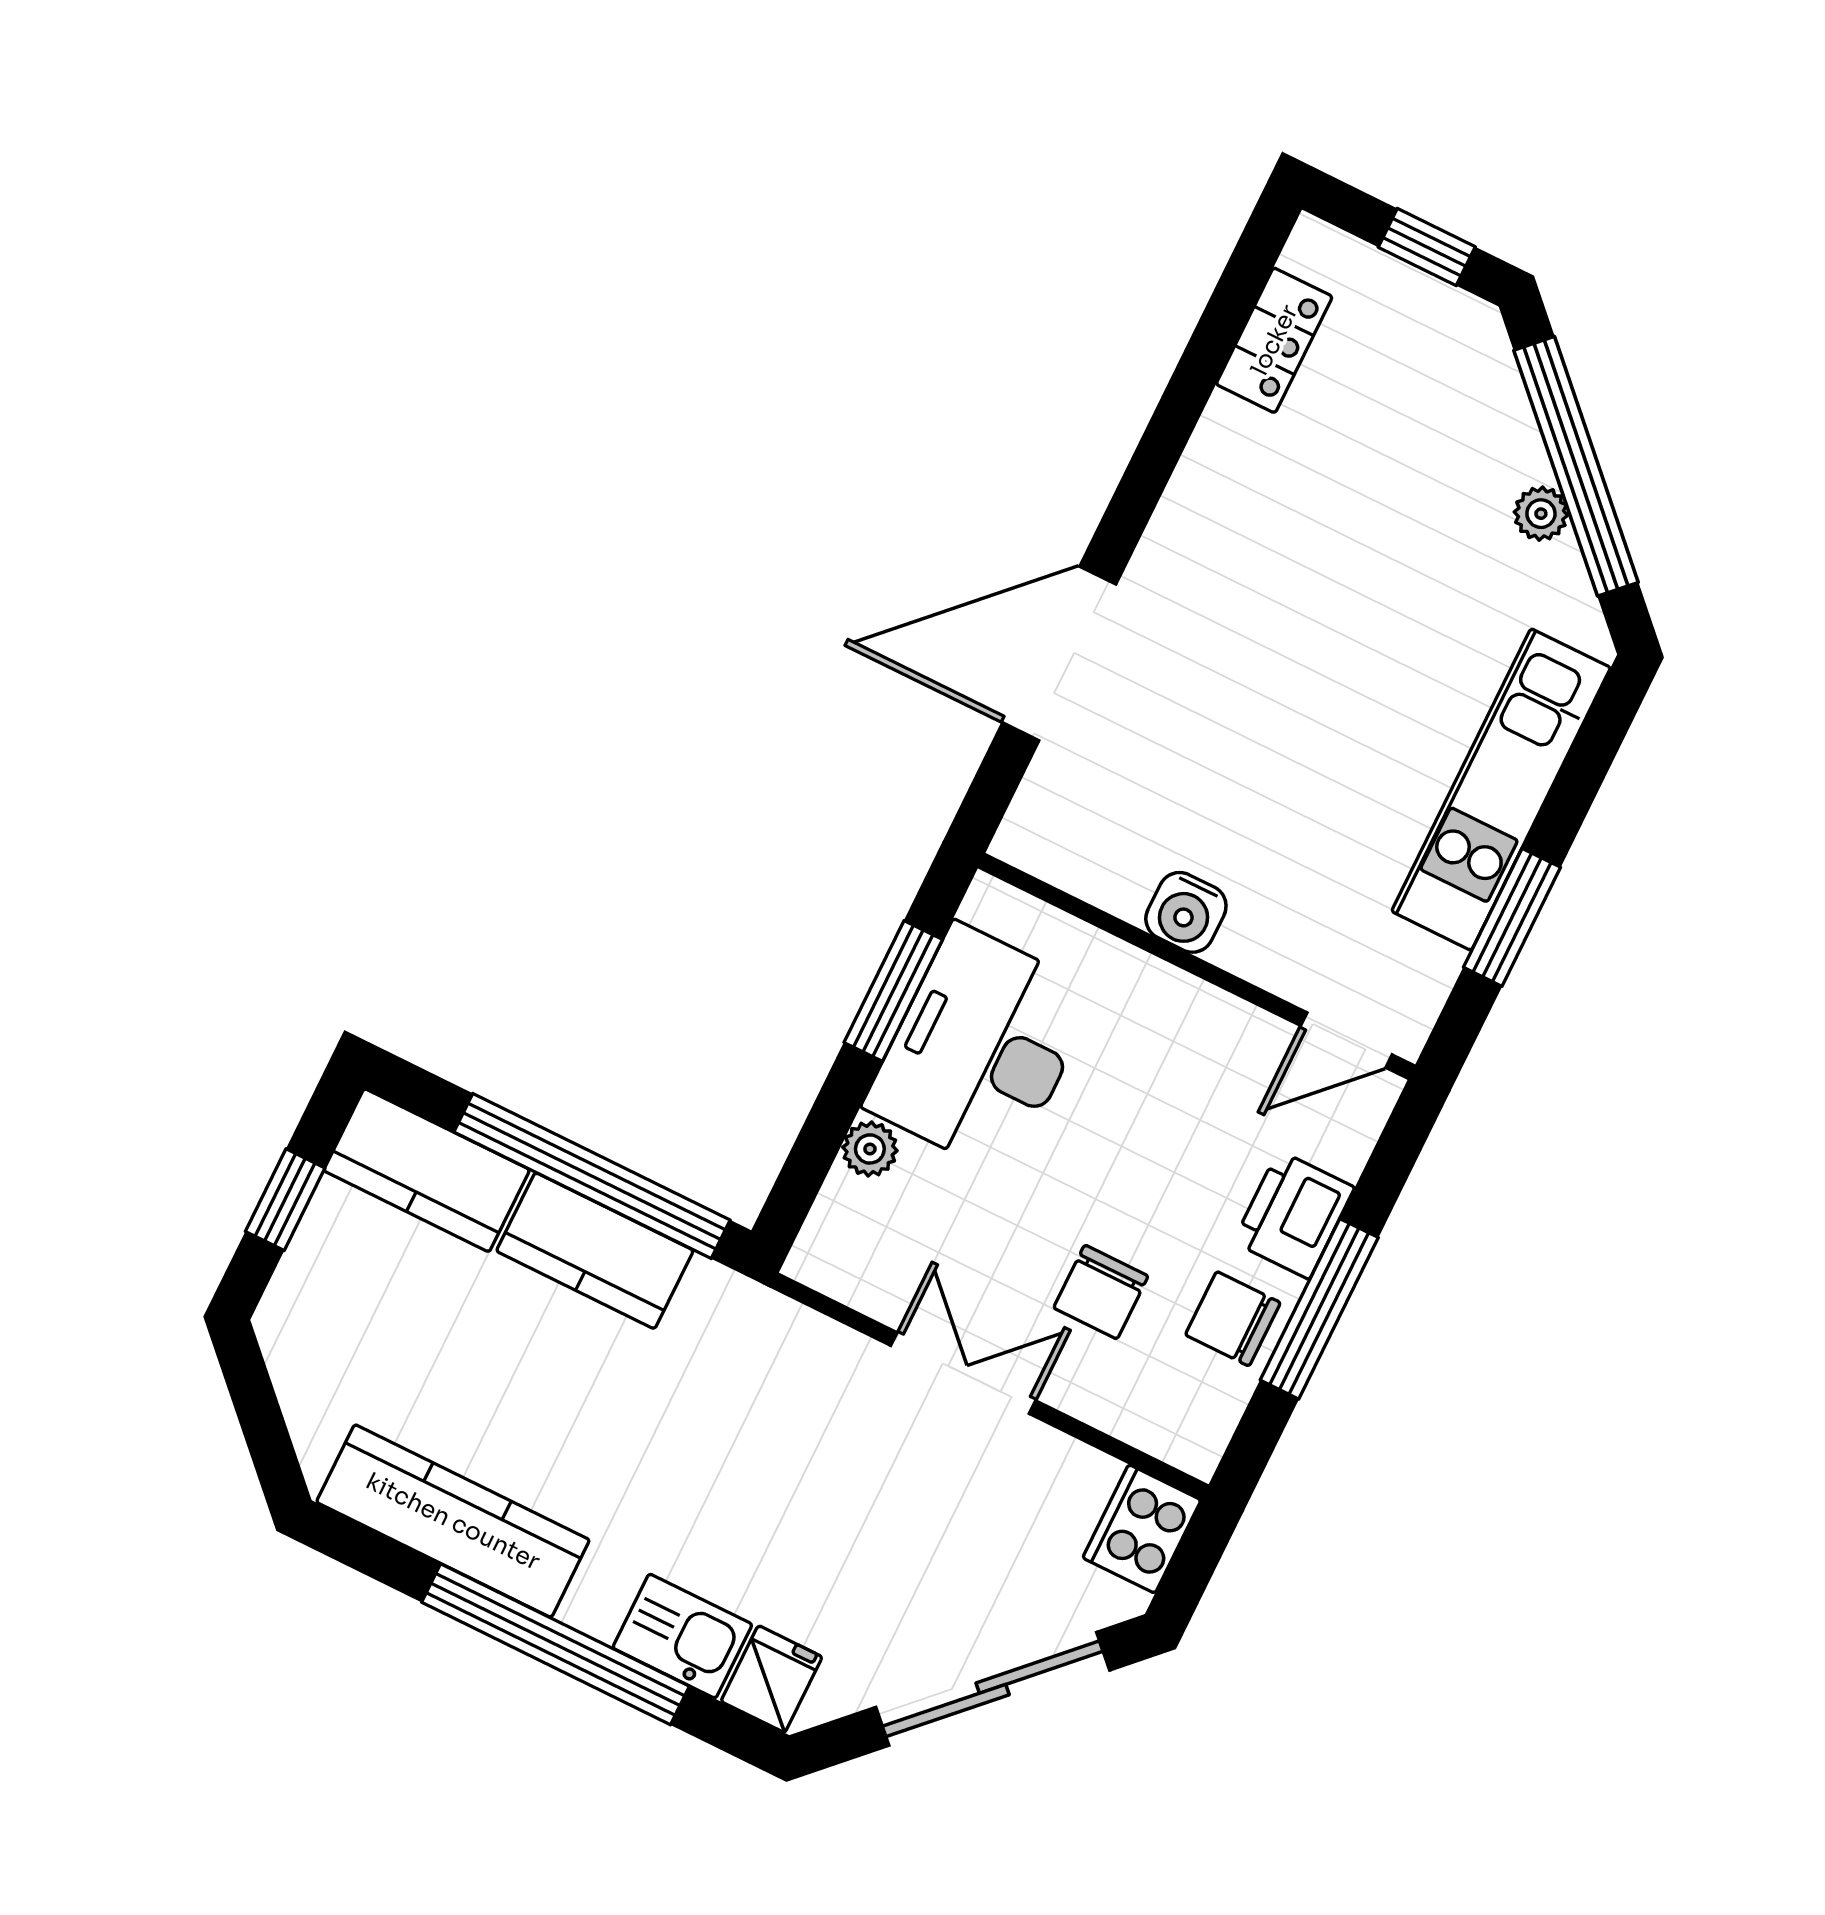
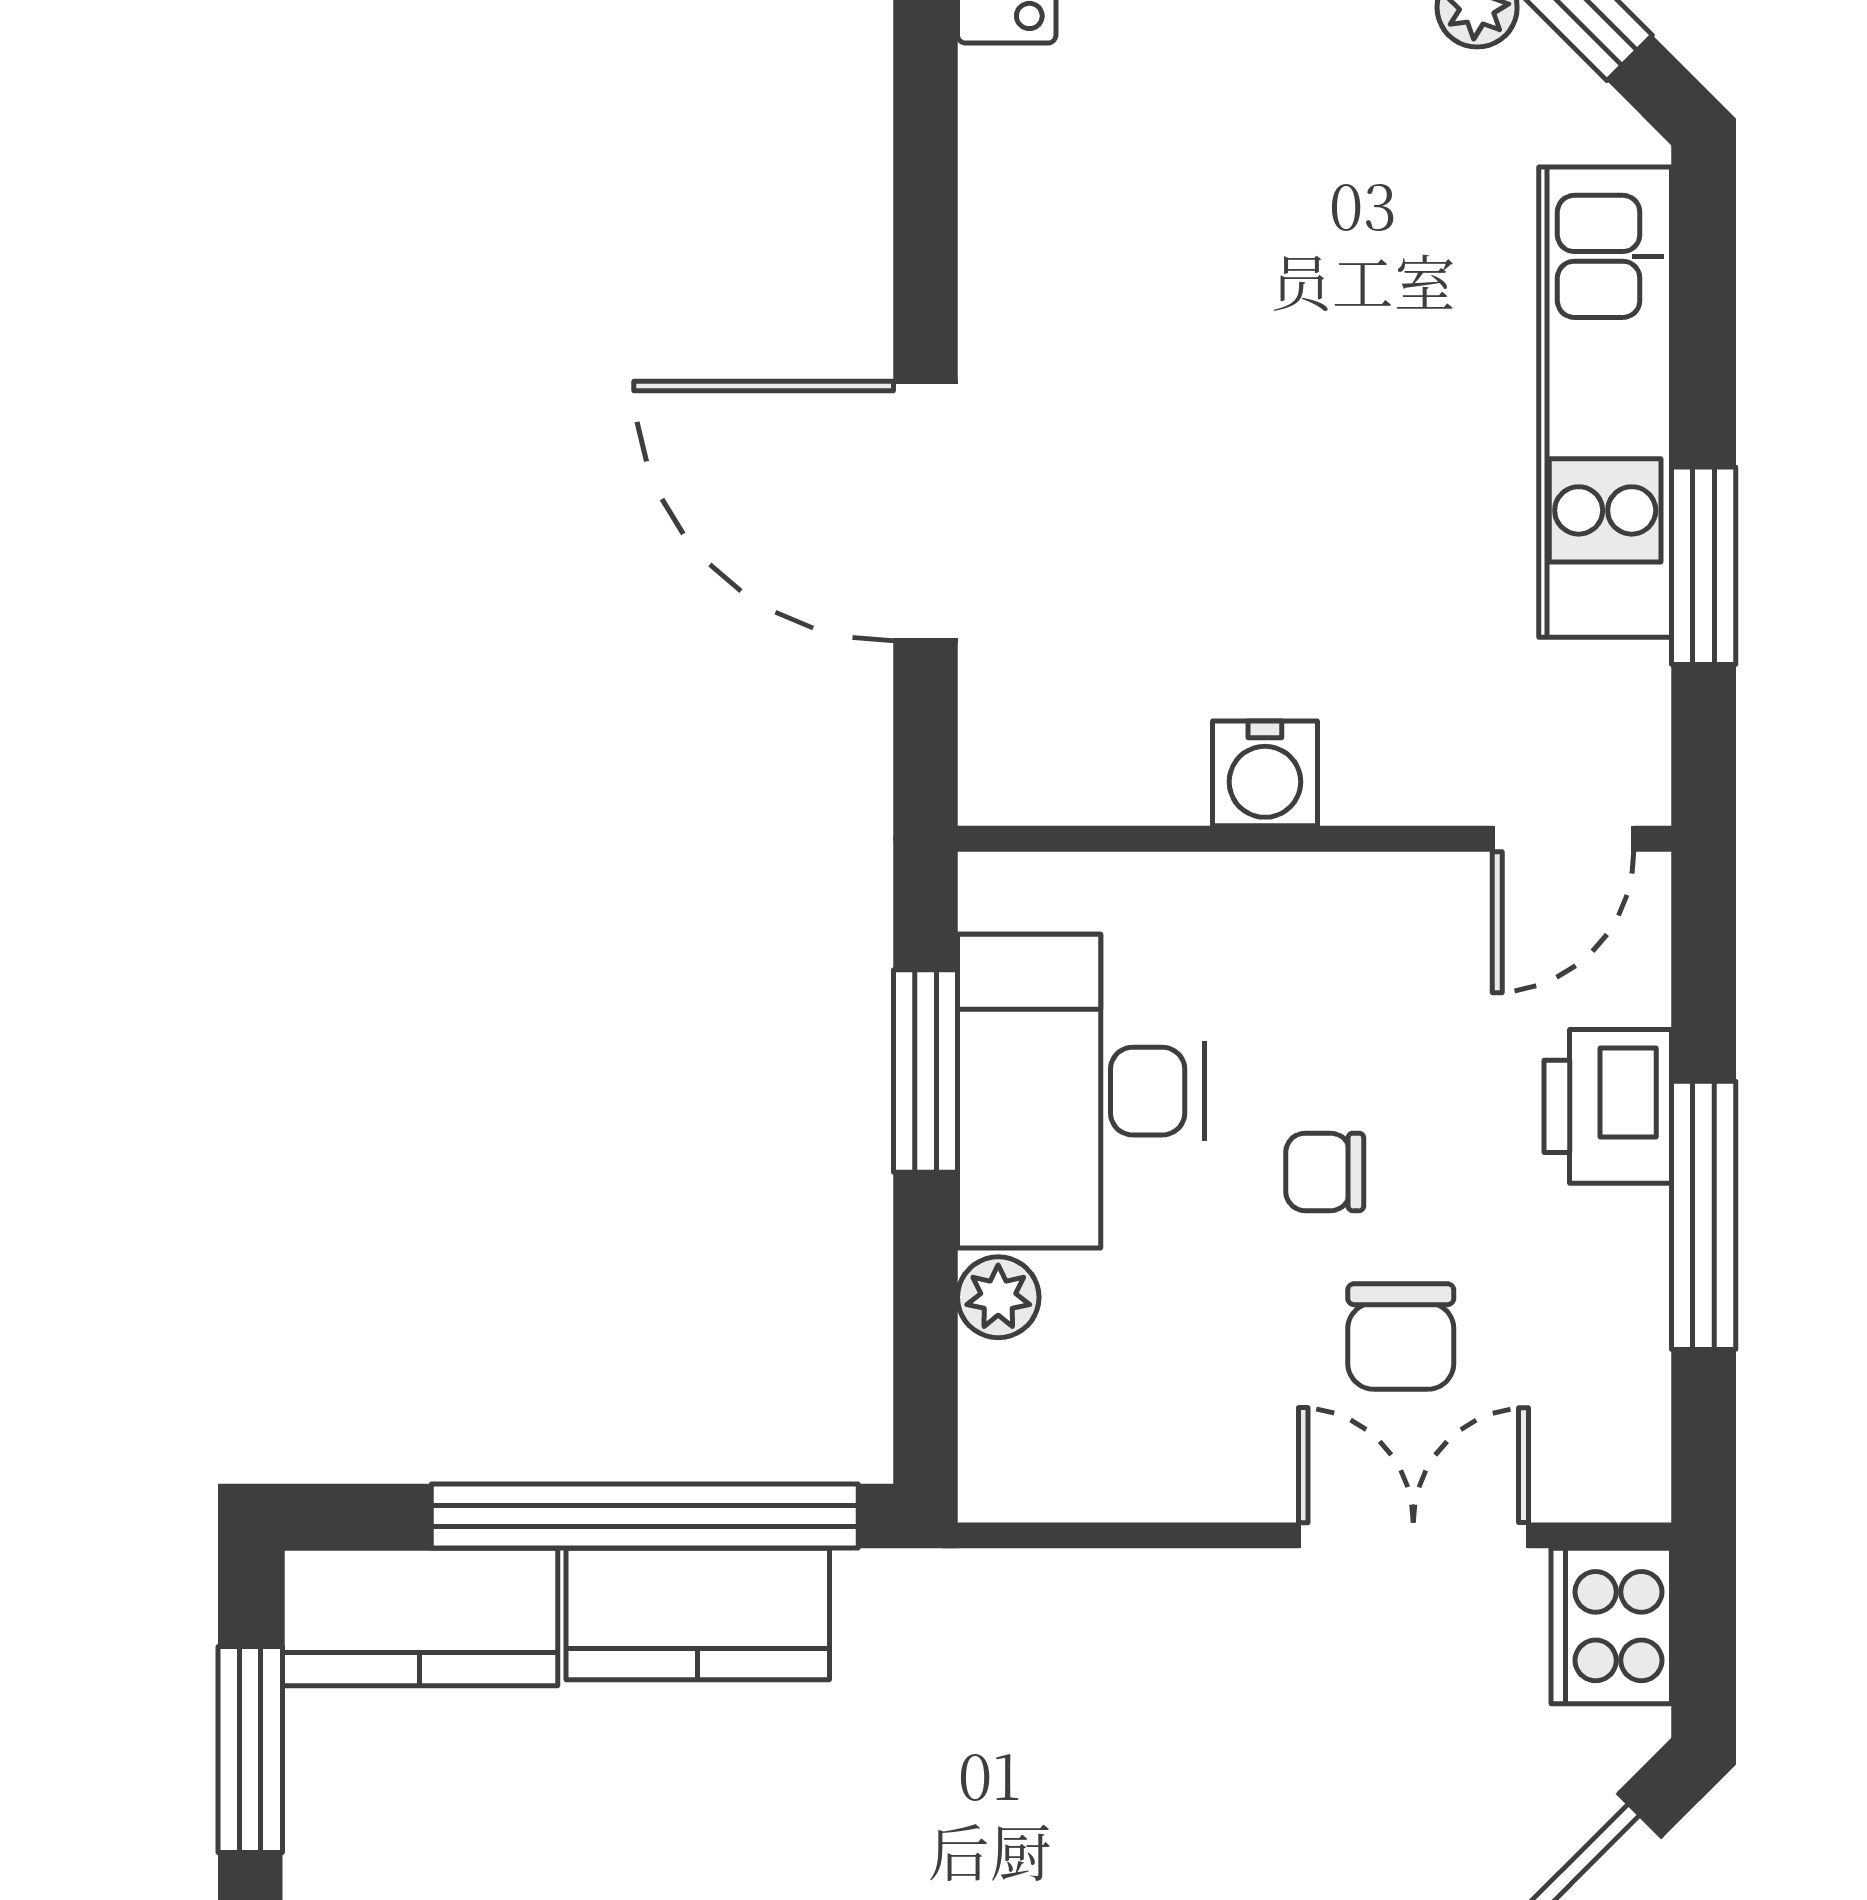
door: (1059, 654) -> (925, 511), hinge flipped
window: (285, 1200) -> (250, 1749), width x1.50
chair: (1233, 1319) -> (1325, 1172), moved, width x0.73, depth x0.73
double door: (963, 1373) -> (1413, 1535), moved

